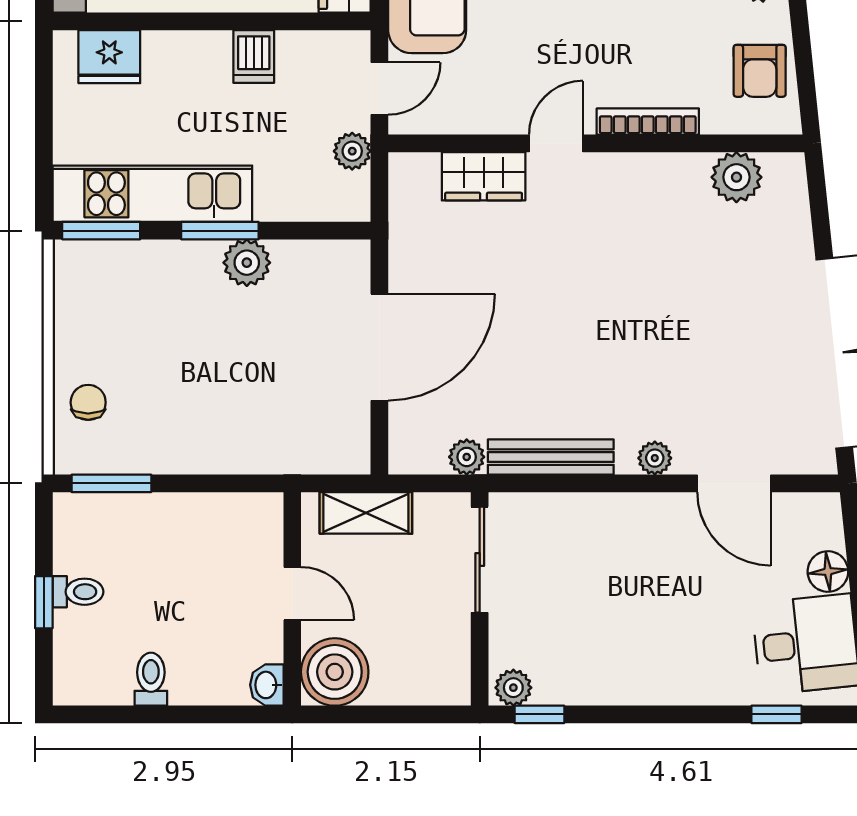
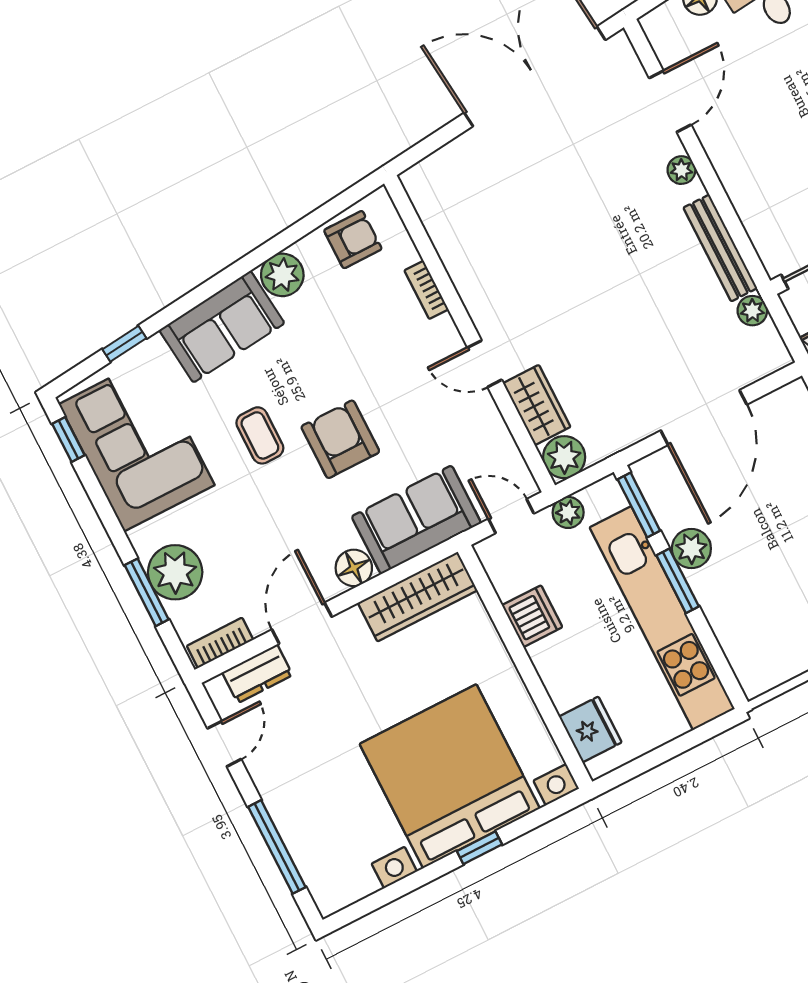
dishwasher: (254, 56) -> (532, 616), width x1.38
bookcase: (648, 122) -> (426, 290), width x0.64
plant: (736, 177) -> (564, 457), moved
kitchen unit: (152, 194) -> (662, 618), width x1.36
window: (101, 231) -> (639, 505), moved
door: (379, 347) -> (704, 417), swing flipped

